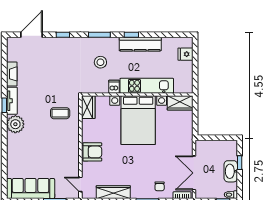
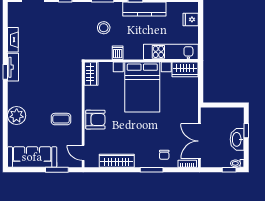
kitchen unit: (147, 86) -> (171, 52), moved
coffee table: (60, 113) -> (61, 119), moved
plant: (15, 124) -> (17, 116), moved

